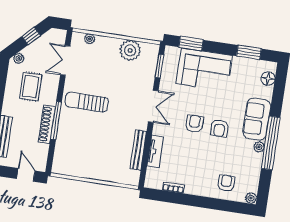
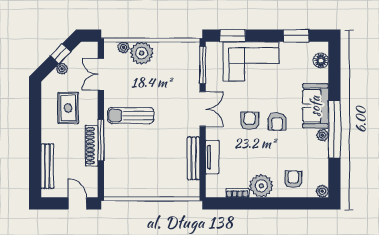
plant: (130, 50) -> (142, 53), moved
plant: (19, 58) -> (62, 69), moved
window: (159, 66) -> (203, 65), width x1.44
plant: (196, 185) -> (261, 186), added

